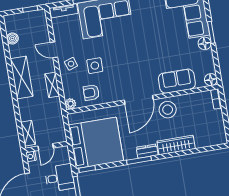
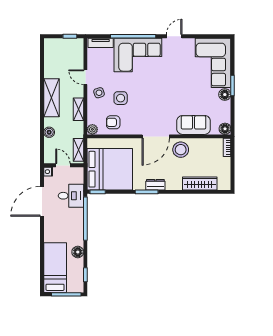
boiler: (12, 38) -> (49, 132), moved
shelving: (28, 133) -> (78, 150), moved
wardrobe: (176, 145) -> (200, 183), moved
door: (46, 147) -> (63, 165), swing flipped

